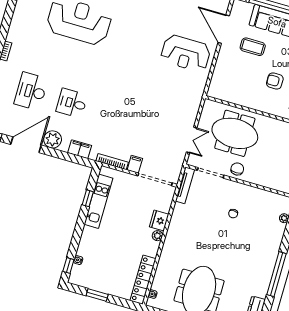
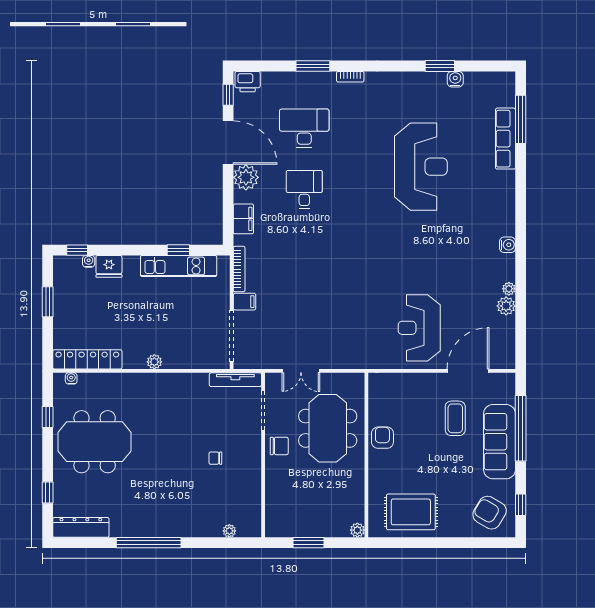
armchair: (275, 81) -> (382, 438), moved
fridge: (159, 221) -> (109, 266), moved, turned 180

